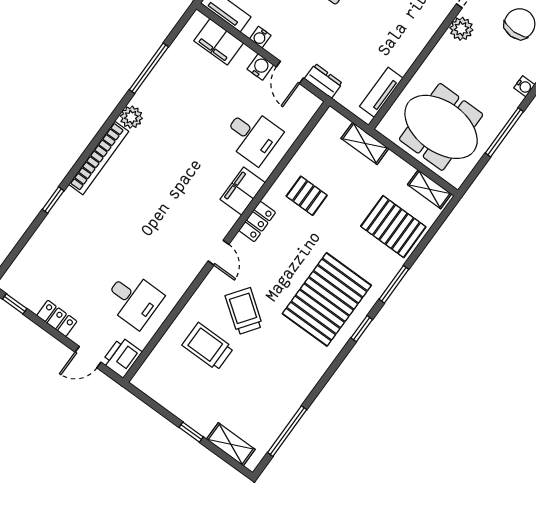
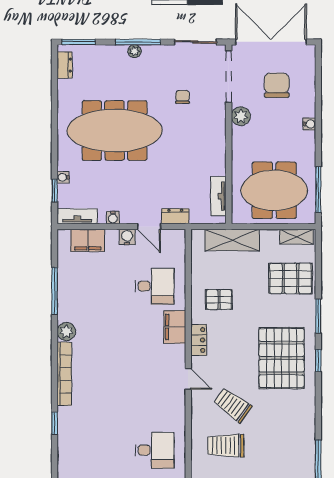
window: (504, 132) -> (318, 189), moved
shelving: (365, 143) -> (232, 240), width x1.50, depth x1.33

